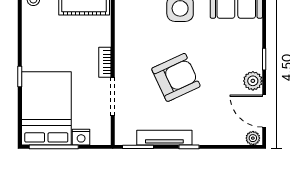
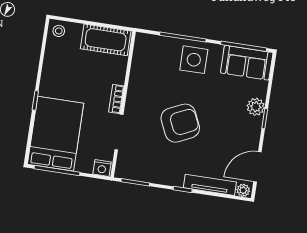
plant: (253, 81) -> (256, 107), moved
door: (264, 111) -> (257, 167), hinge flipped
nightstand: (81, 137) -> (102, 168), moved
tv unit: (164, 138) -> (210, 185), moved

